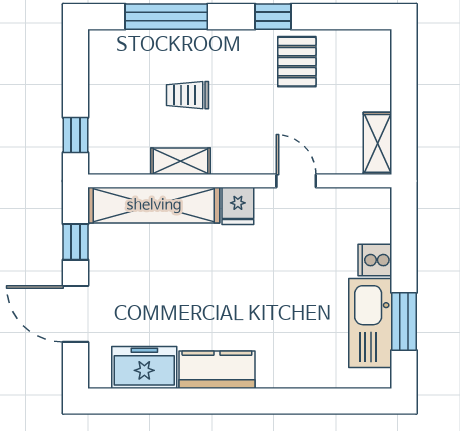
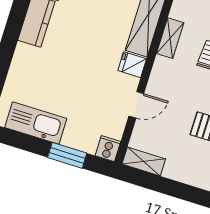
cooker: (375, 260) -> (108, 149), moved
window: (404, 321) -> (67, 155), moved

